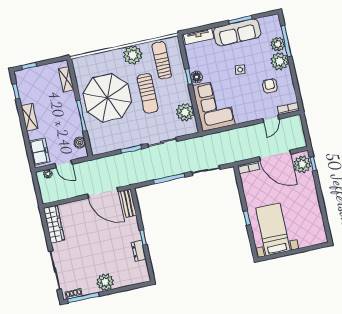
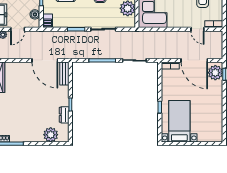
door: (271, 119) -> (197, 29), hinge flipped
barbecue: (96, 147) -> (48, 21), added
door: (64, 164) -> (18, 29), hinge flipped
plant: (105, 282) -> (51, 135), moved

